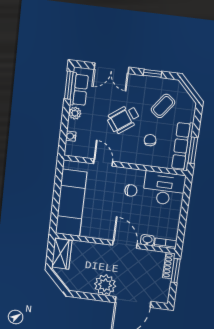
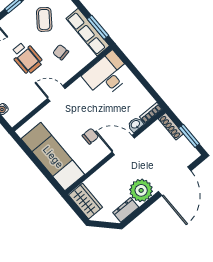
wheelchair: (123, 119) -> (26, 58), turned -54
door: (103, 163) -> (56, 93), moved
chair: (131, 190) -> (90, 136), moved
window: (176, 271) -> (189, 136), moved
dresser: (82, 286) -> (126, 210), added

